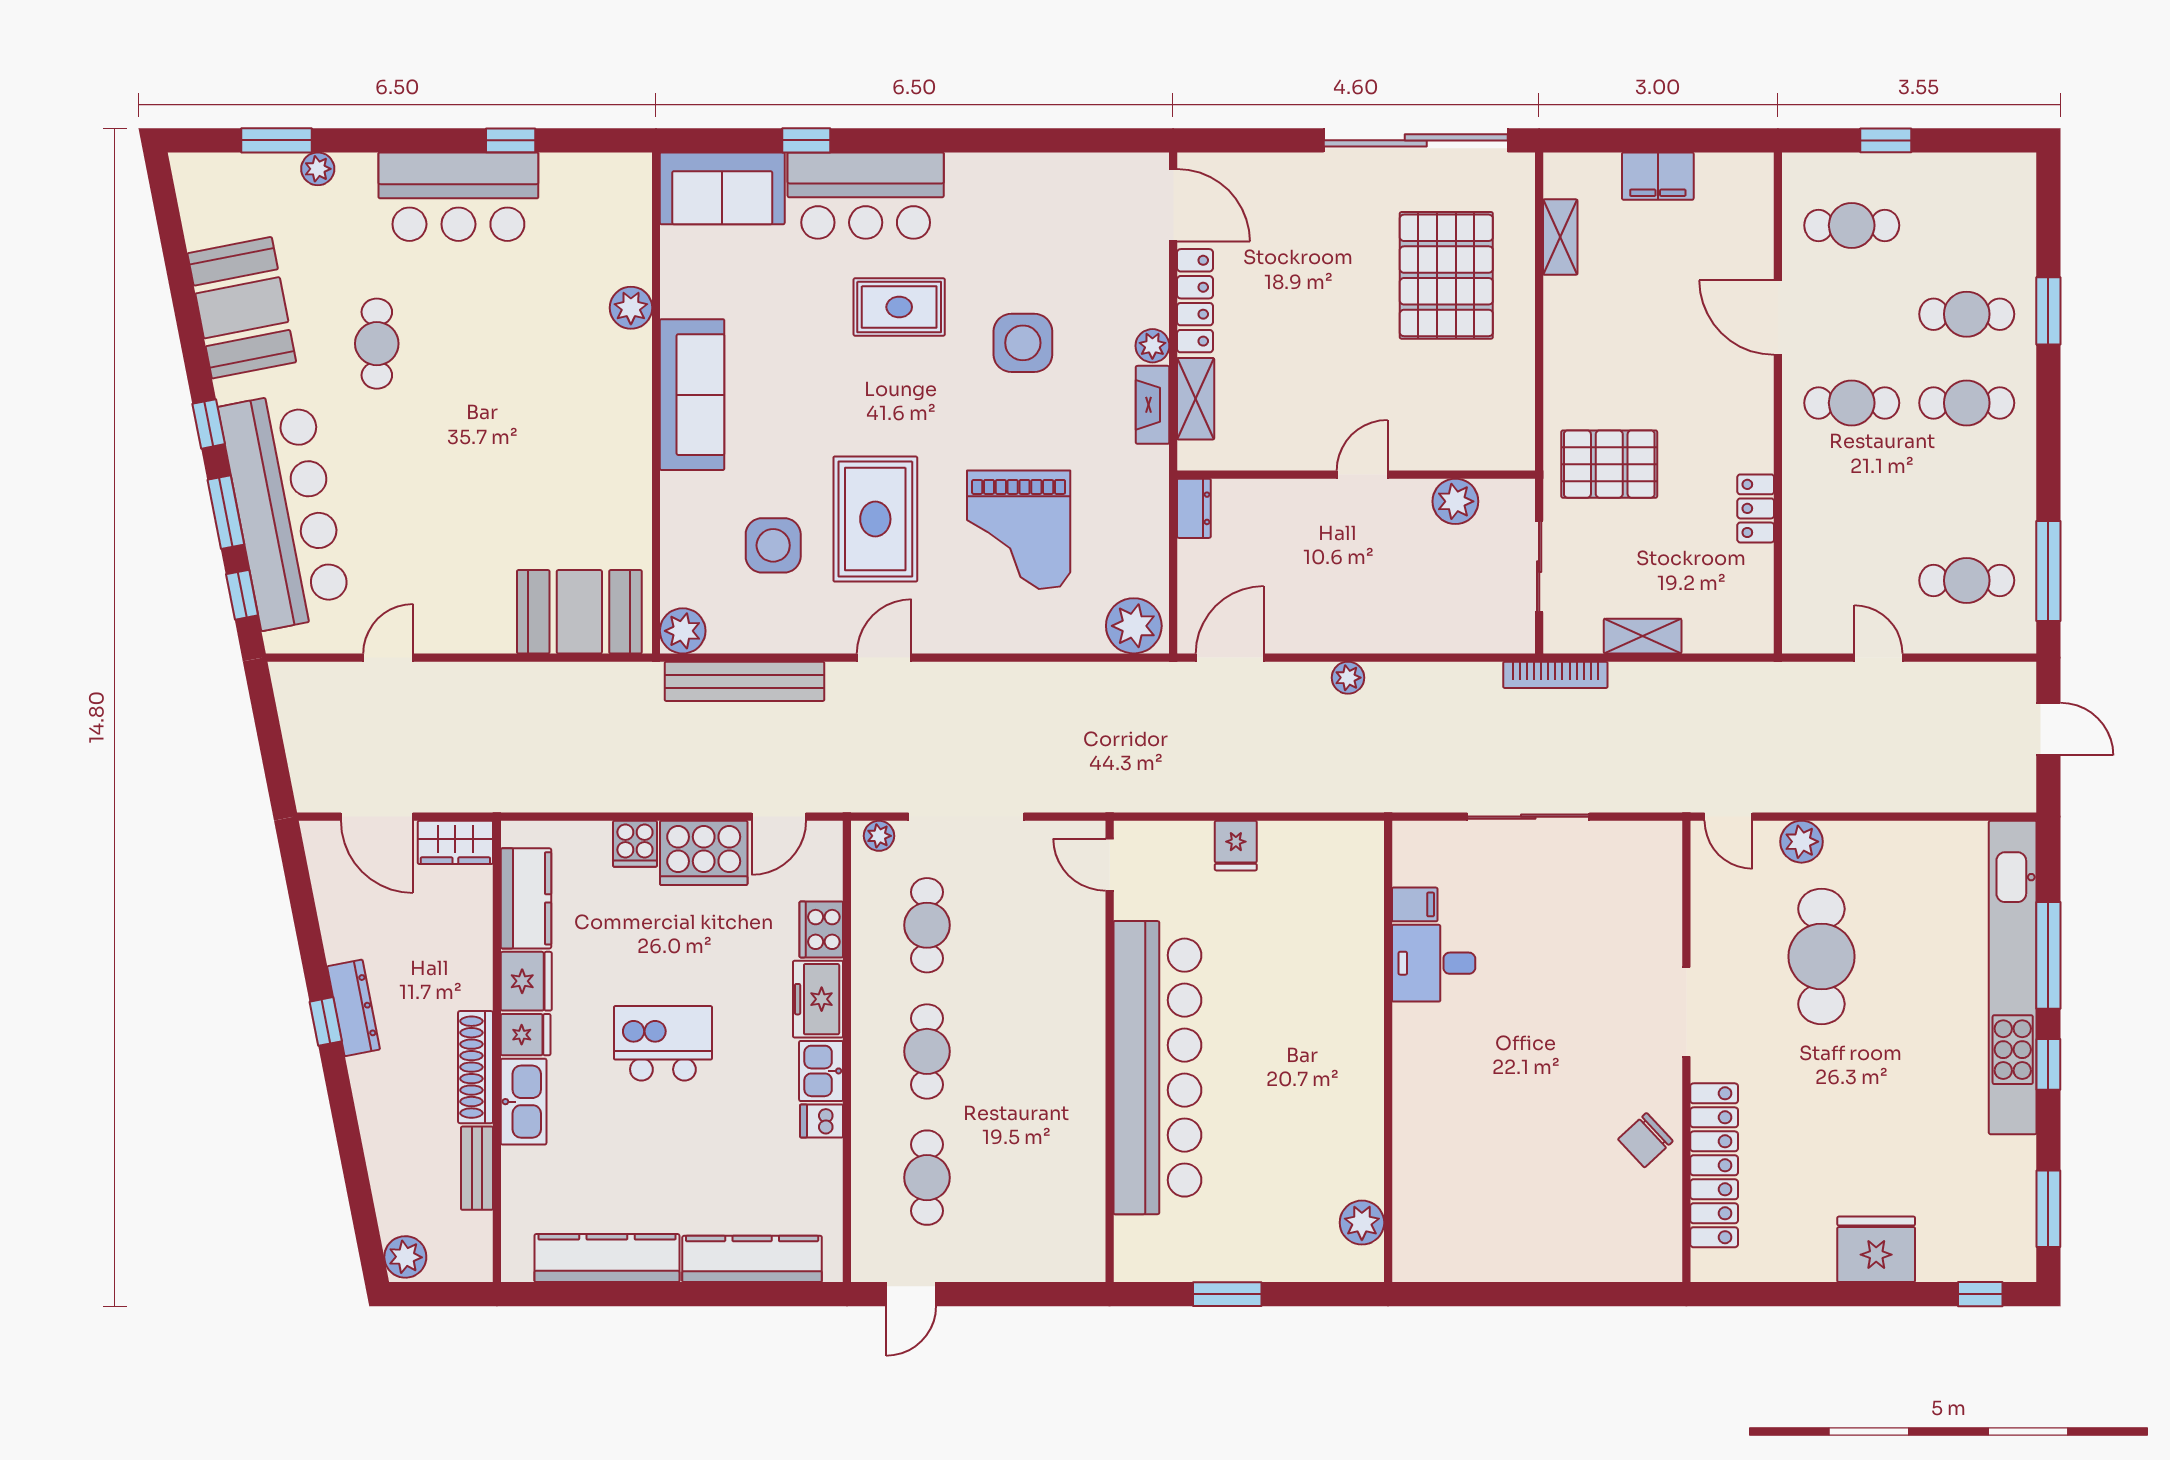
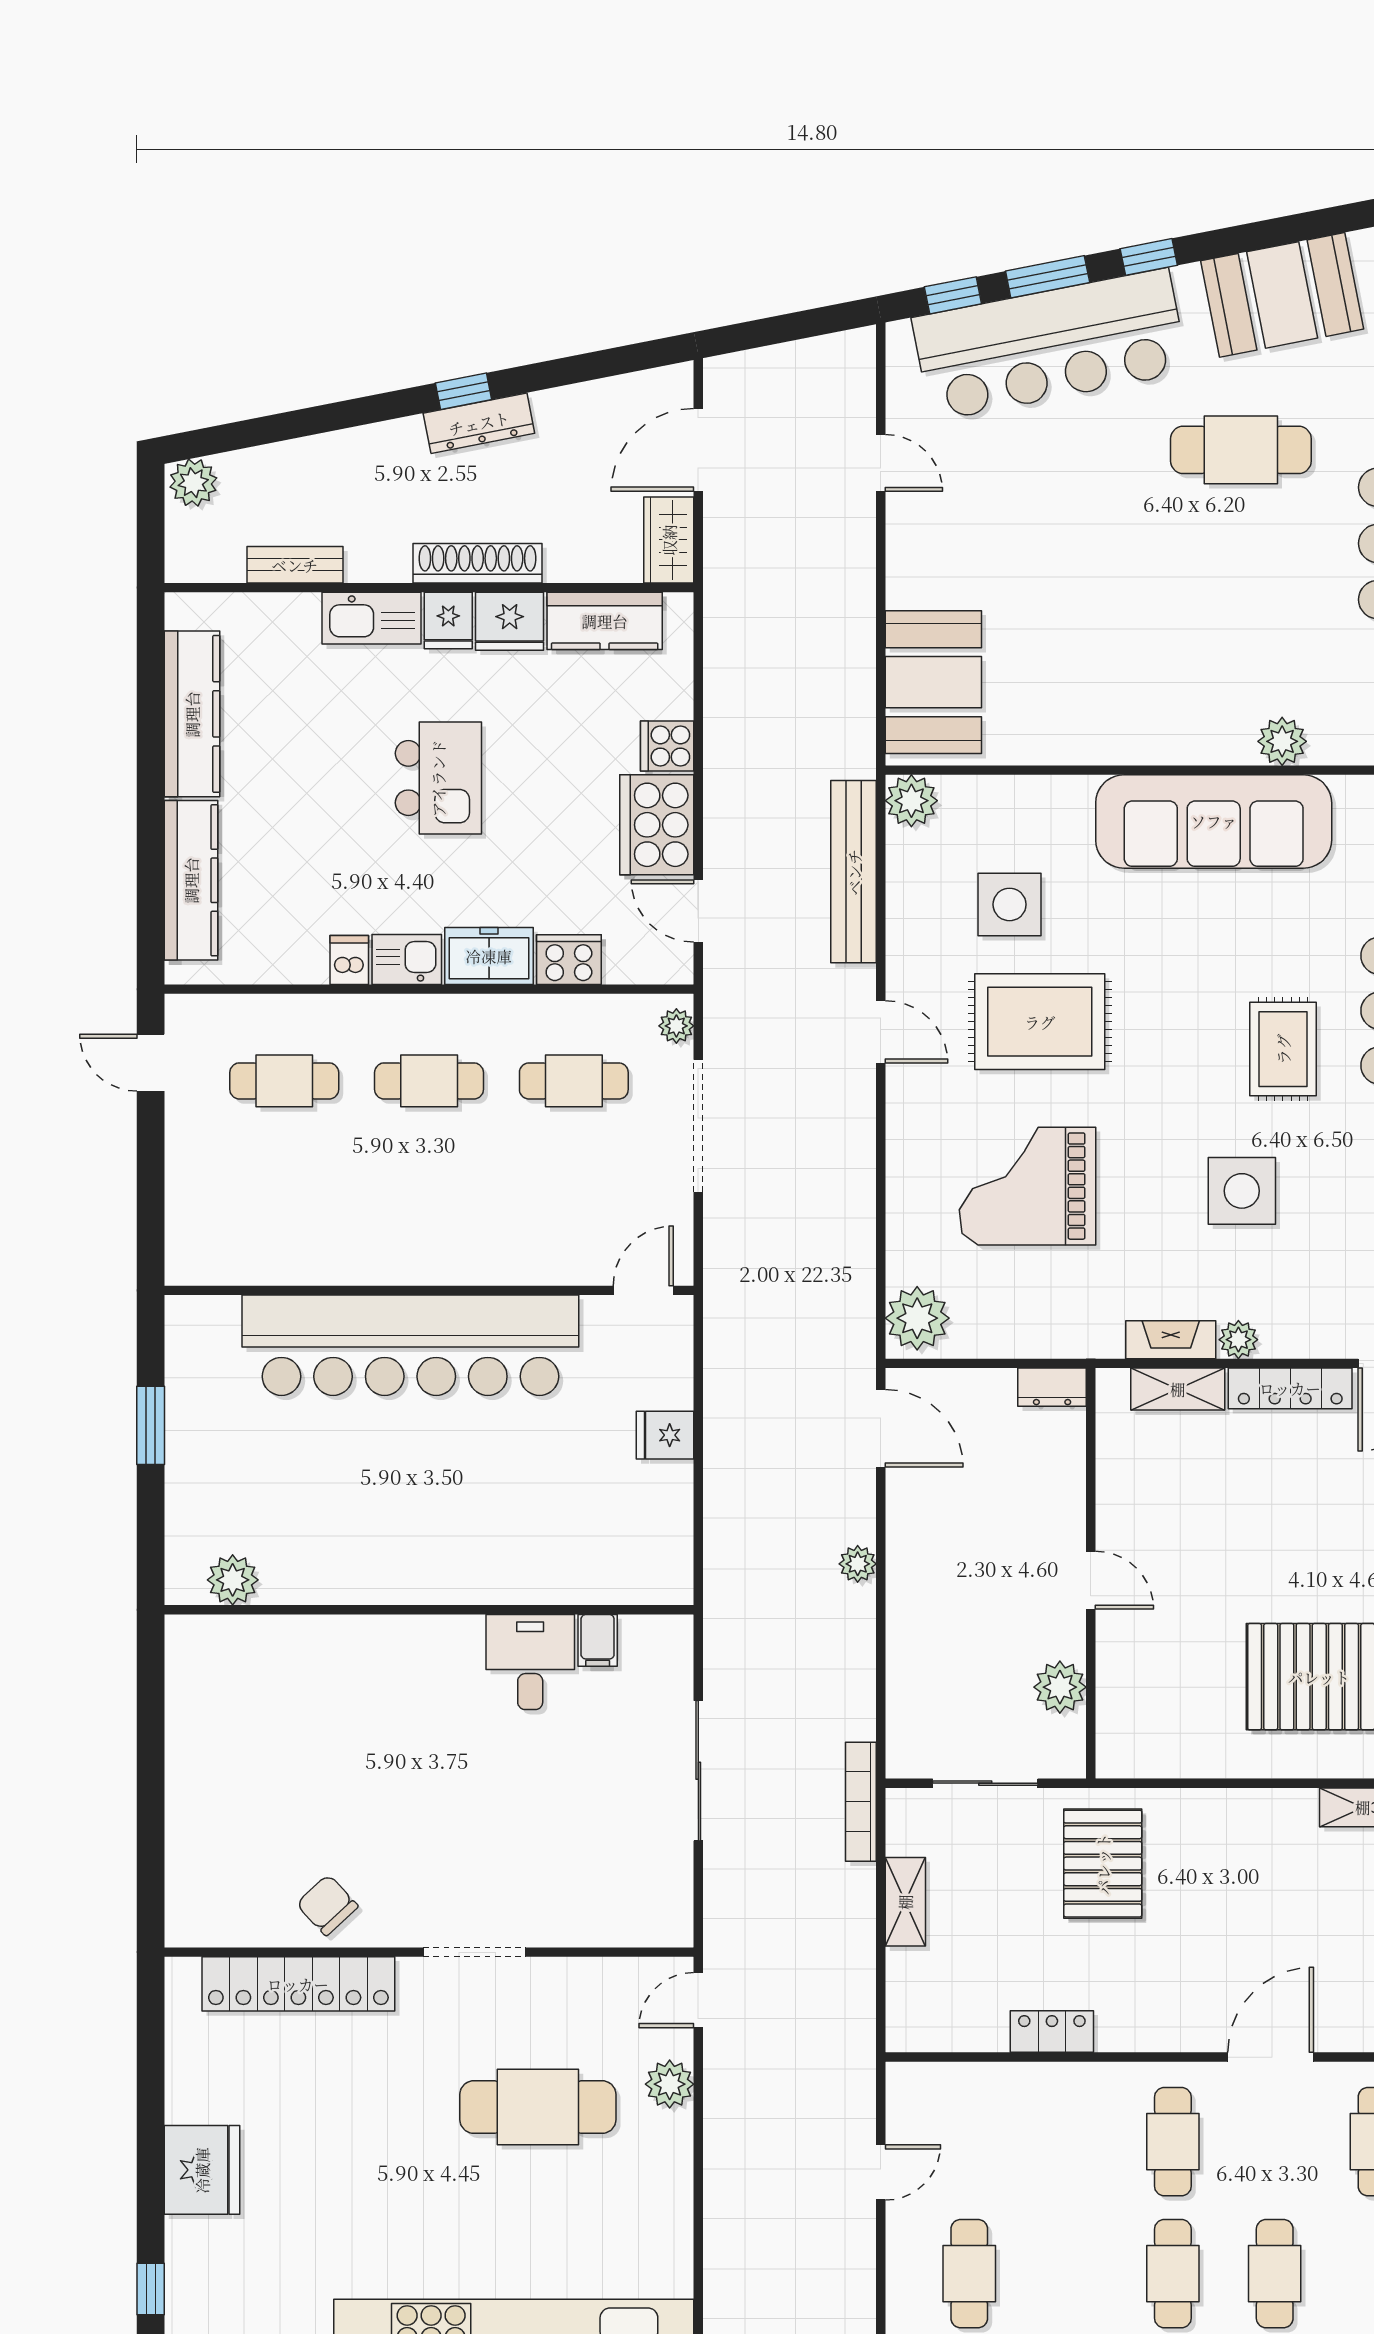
cafe table: (377, 344) -> (1241, 450), width x1.37, depth x1.35
sofa: (692, 395) -> (1214, 821), width x1.36, depth x1.27
shoe rack: (476, 1067) -> (478, 563), moved

